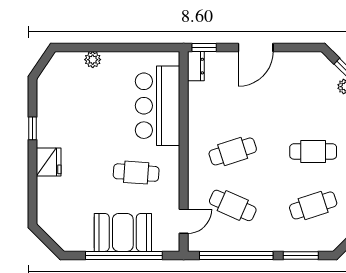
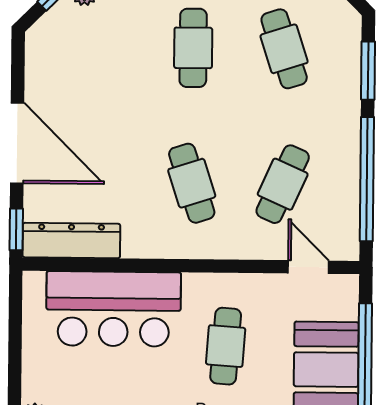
door: (256, 47) -> (17, 143), width x1.36
dresser: (196, 66) -> (71, 241), width x1.96, depth x1.24

